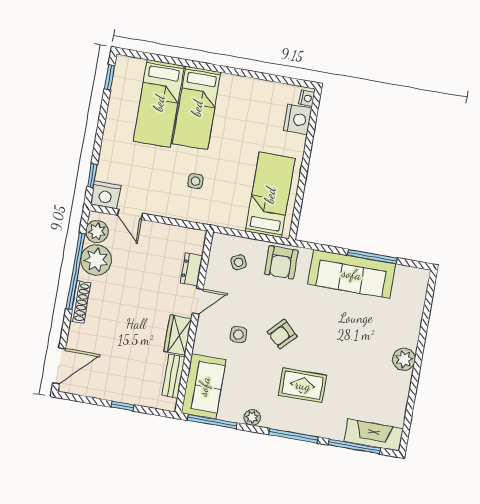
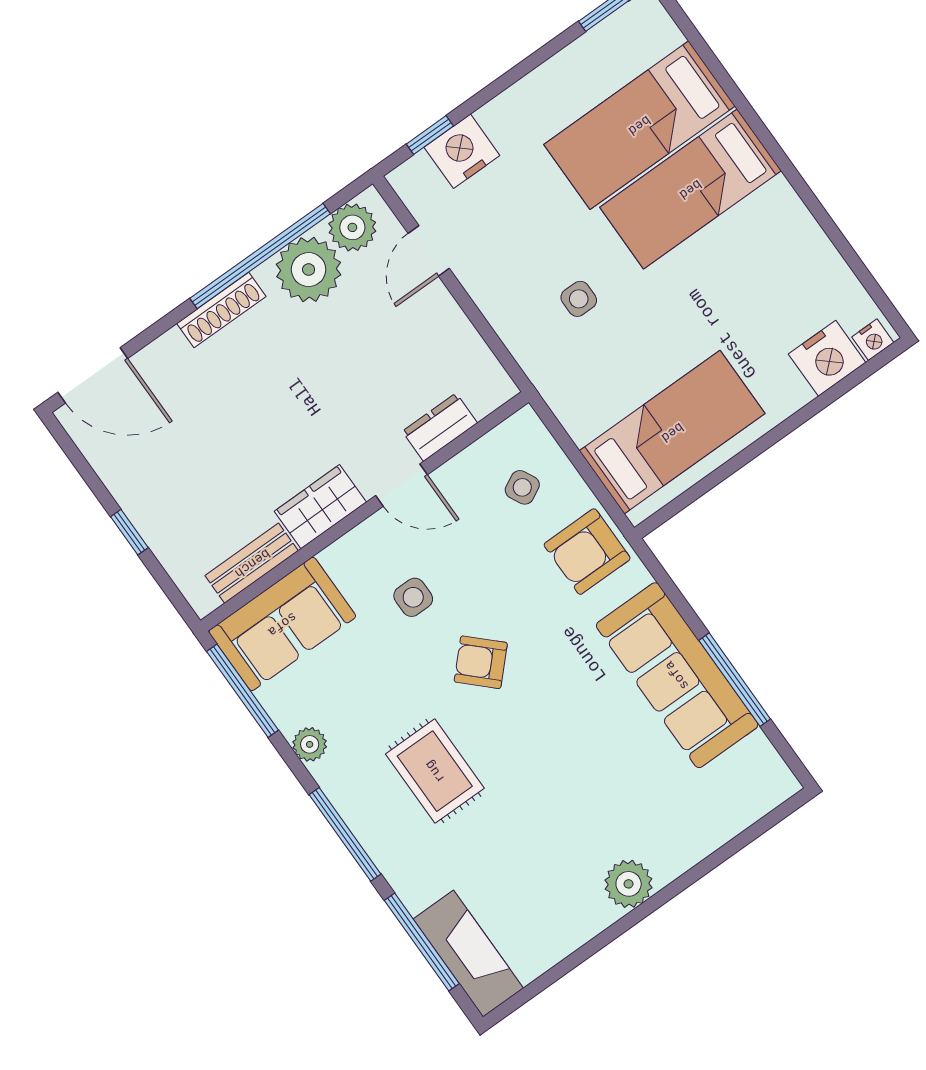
nightstand: (105, 195) -> (462, 151), moved, turned 90

